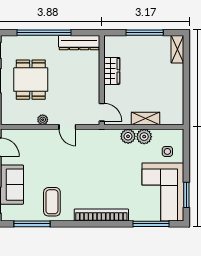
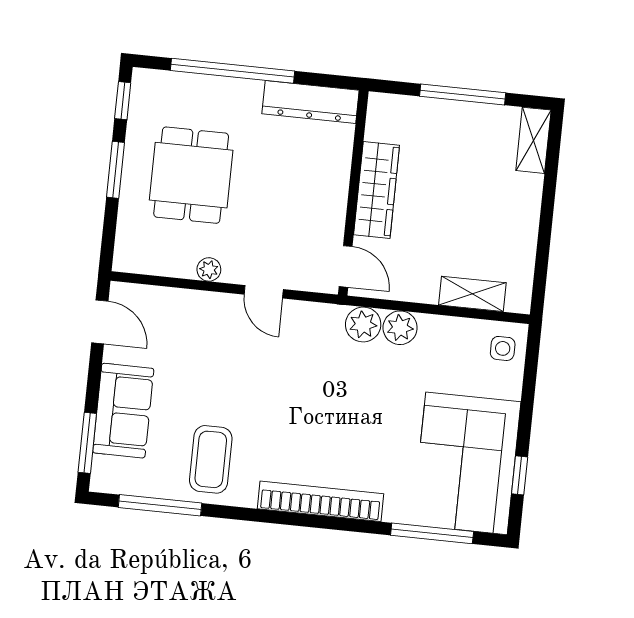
wardrobe: (112, 71) -> (377, 190), width x1.50
shelving: (146, 118) -> (472, 294), moved
plant: (144, 137) -> (363, 325), moved
side table: (167, 151) -> (503, 348), moved
window: (186, 195) -> (520, 475), width x0.67

